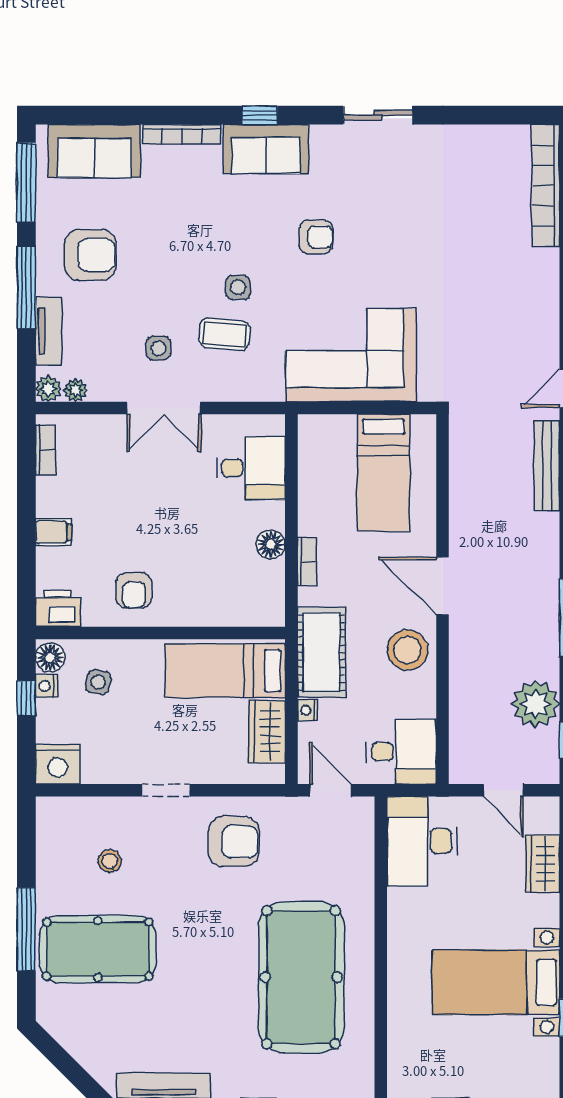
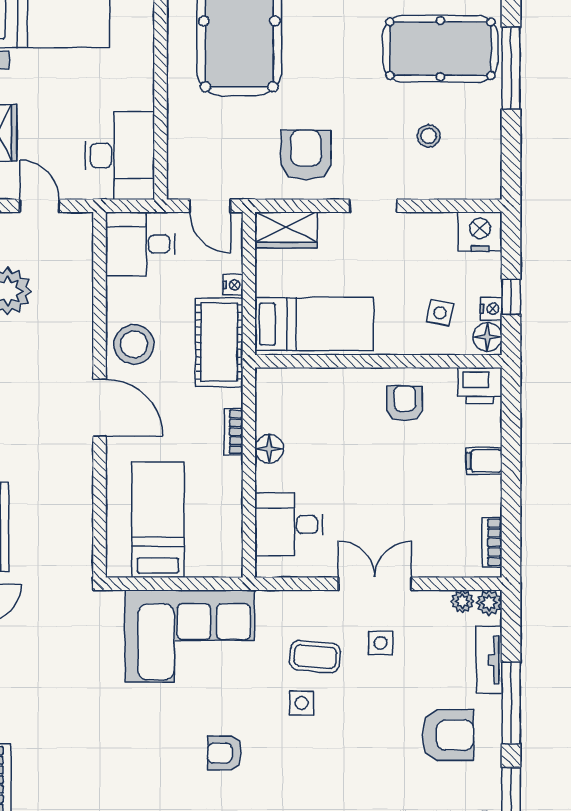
armchair: (90, 255) -> (448, 735), turned 180
wardrobe: (267, 731) -> (286, 230), moved, turned 90
armchair: (234, 842) -> (306, 155), turned 90

